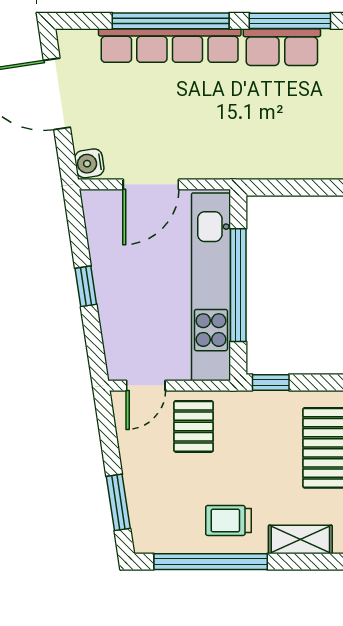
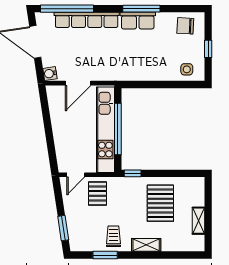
window: (171, 21) -> (67, 9), moved
window: (86, 286) -> (48, 130), removed
trolley: (229, 520) -> (113, 236), turned 90
window: (211, 562) -> (105, 255), width x0.47

